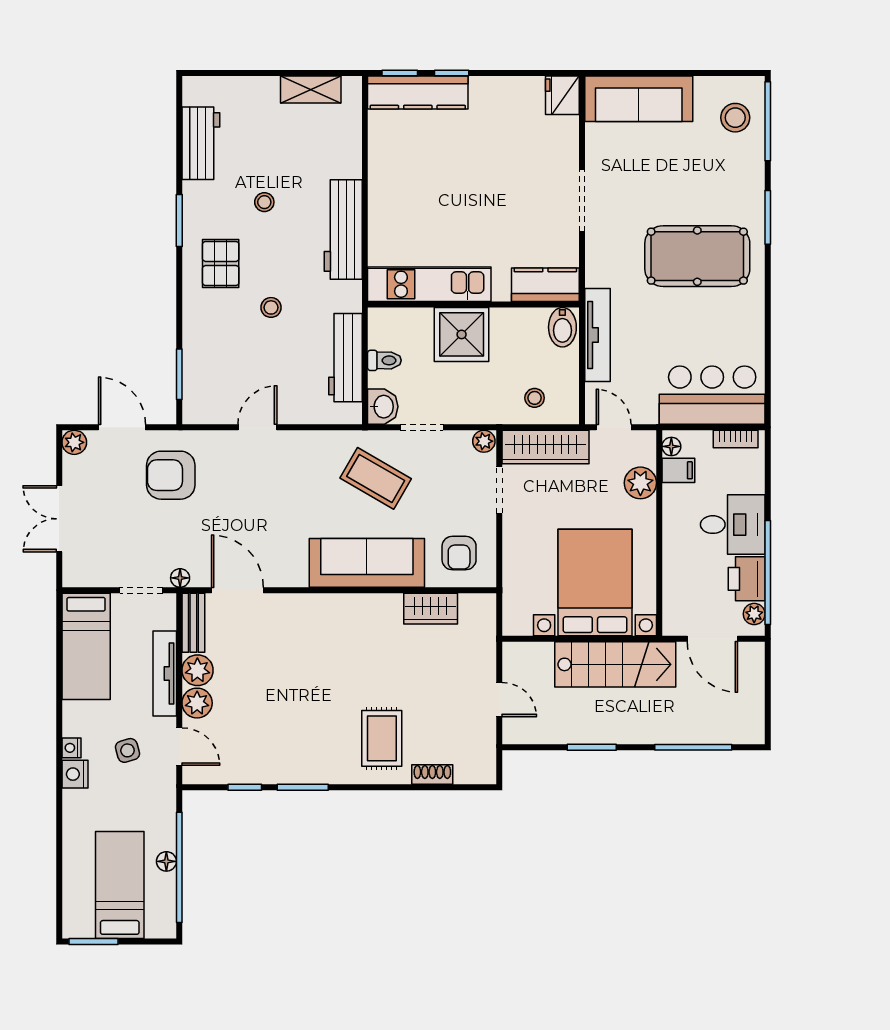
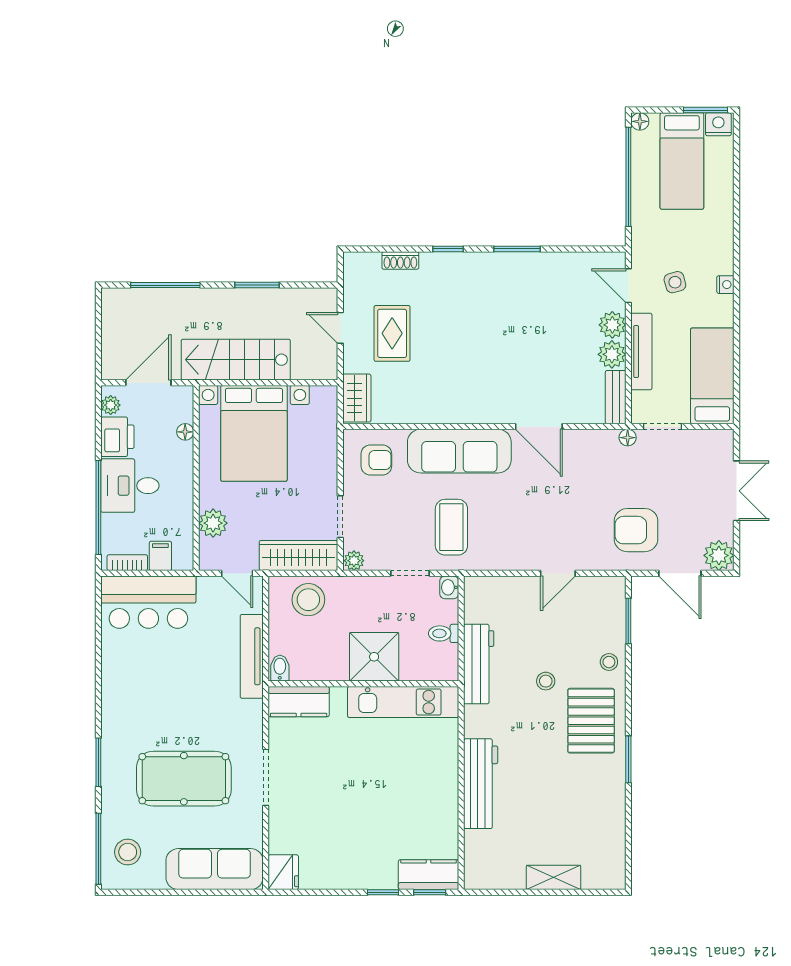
shelving: (311, 89) -> (553, 877), moved
kitchen counter: (418, 93) -> (429, 875), width x0.67
workbench: (201, 143) -> (609, 829), removed
stool: (264, 202) -> (609, 662), moved
workbench: (343, 230) -> (481, 784), moved
pool table: (697, 256) -> (184, 779), moved
pallet: (221, 263) -> (591, 721), width x1.50, depth x1.42
bidet: (562, 327) -> (280, 668), width x0.72, depth x0.74
workbench: (345, 358) -> (479, 664), moved
stool: (535, 398) -> (308, 600), width x1.89, depth x1.89
washbasin: (383, 407) -> (449, 587), width x0.72, depth x0.69
plant: (74, 442) -> (719, 555), width x1.38, depth x1.38
floor lamp: (671, 446) -> (185, 432), moved
filing cabinet: (678, 470) -> (160, 556), moved, turned 90
armchair: (171, 475) -> (636, 530), turned 180
coffee table: (376, 478) -> (451, 527), turned 60
armchair: (459, 553) -> (376, 460), turned 90
window: (768, 573) -> (98, 508), moved
door: (237, 590) -> (539, 427), moved
wardrobe: (431, 609) -> (357, 398), moved, turned 90
door: (712, 639) -> (148, 383), hinge flipped
rug: (382, 738) -> (392, 333), moved
nightstand: (75, 774) -> (718, 124), moved, turned -90
window: (245, 787) -> (448, 249), moved
floor lamp: (166, 861) -> (640, 121), moved

